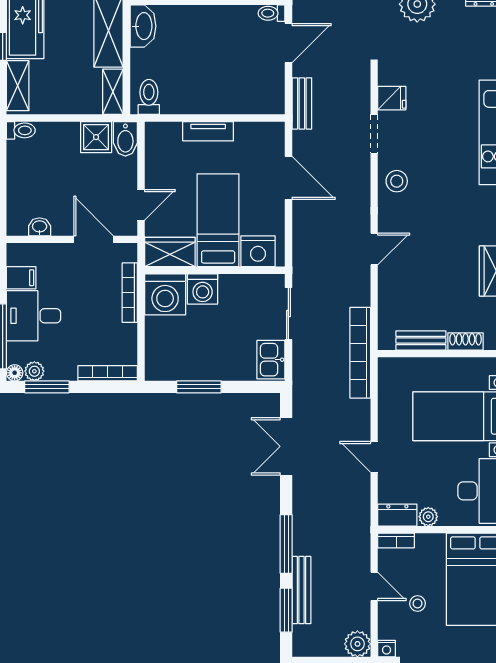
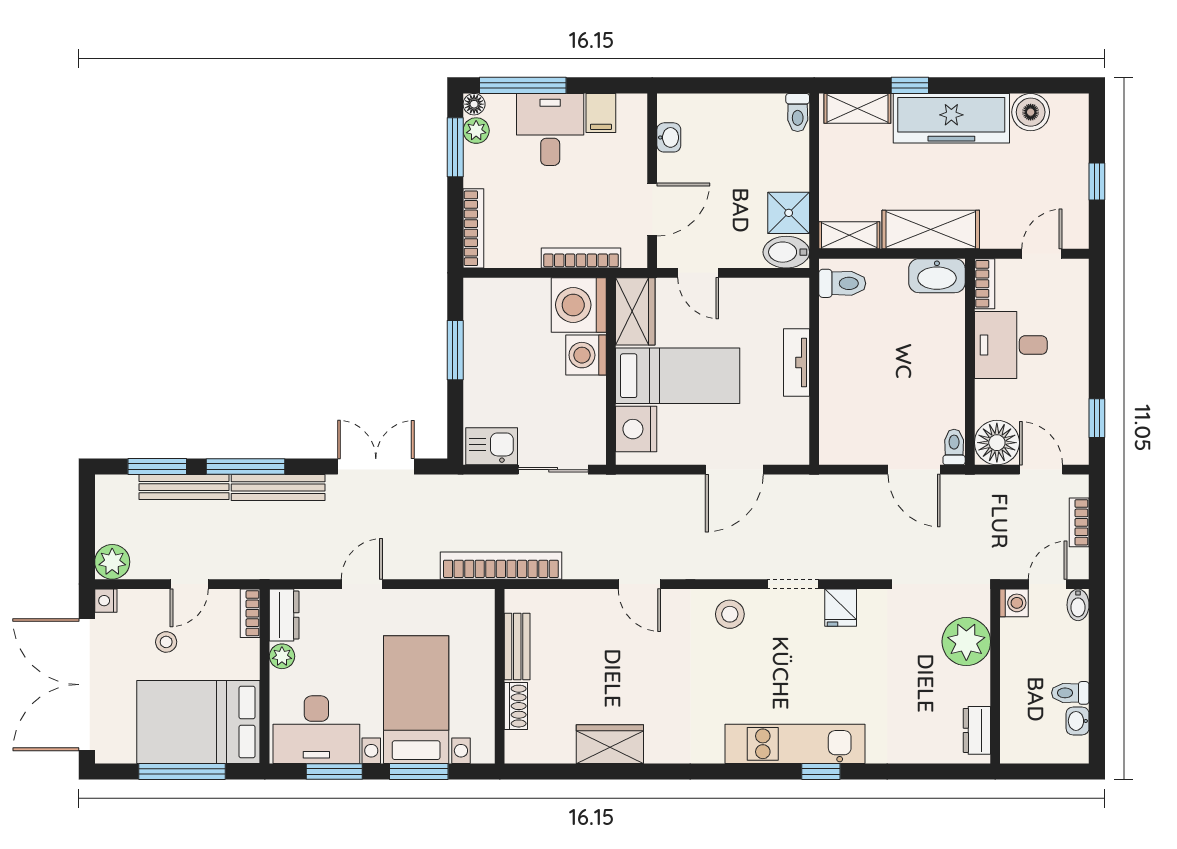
bench: (302, 103) -> (278, 488), moved, width x1.36

